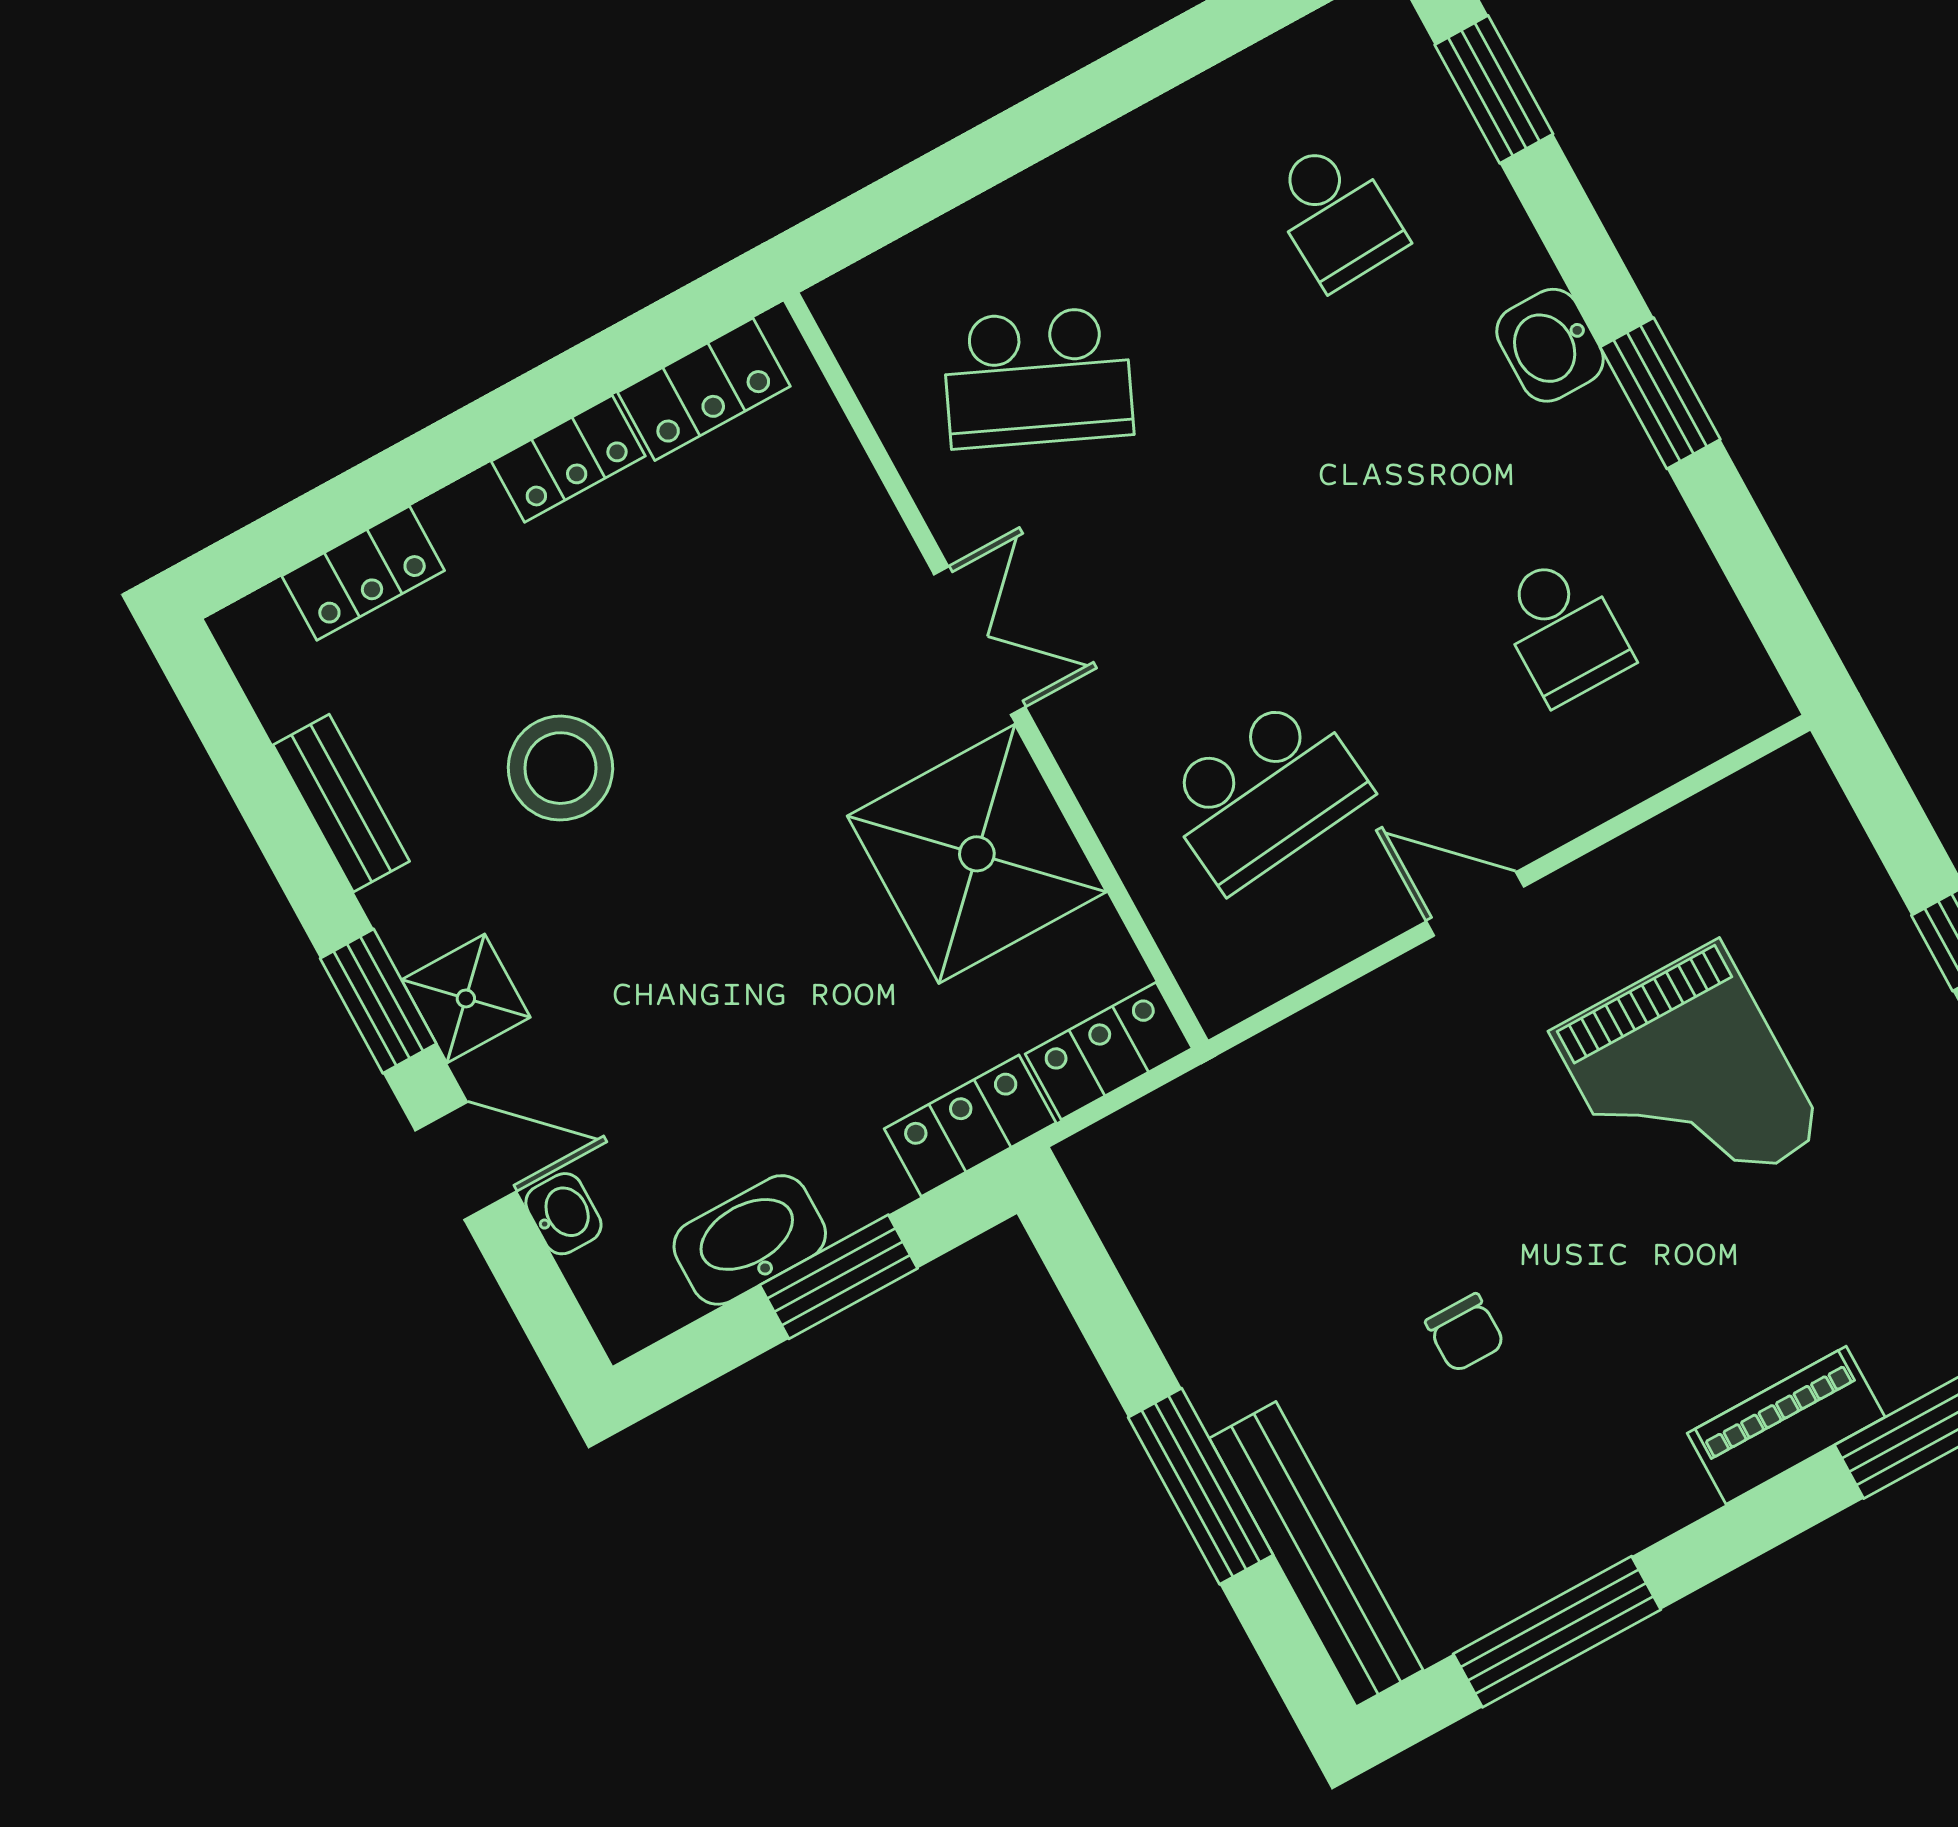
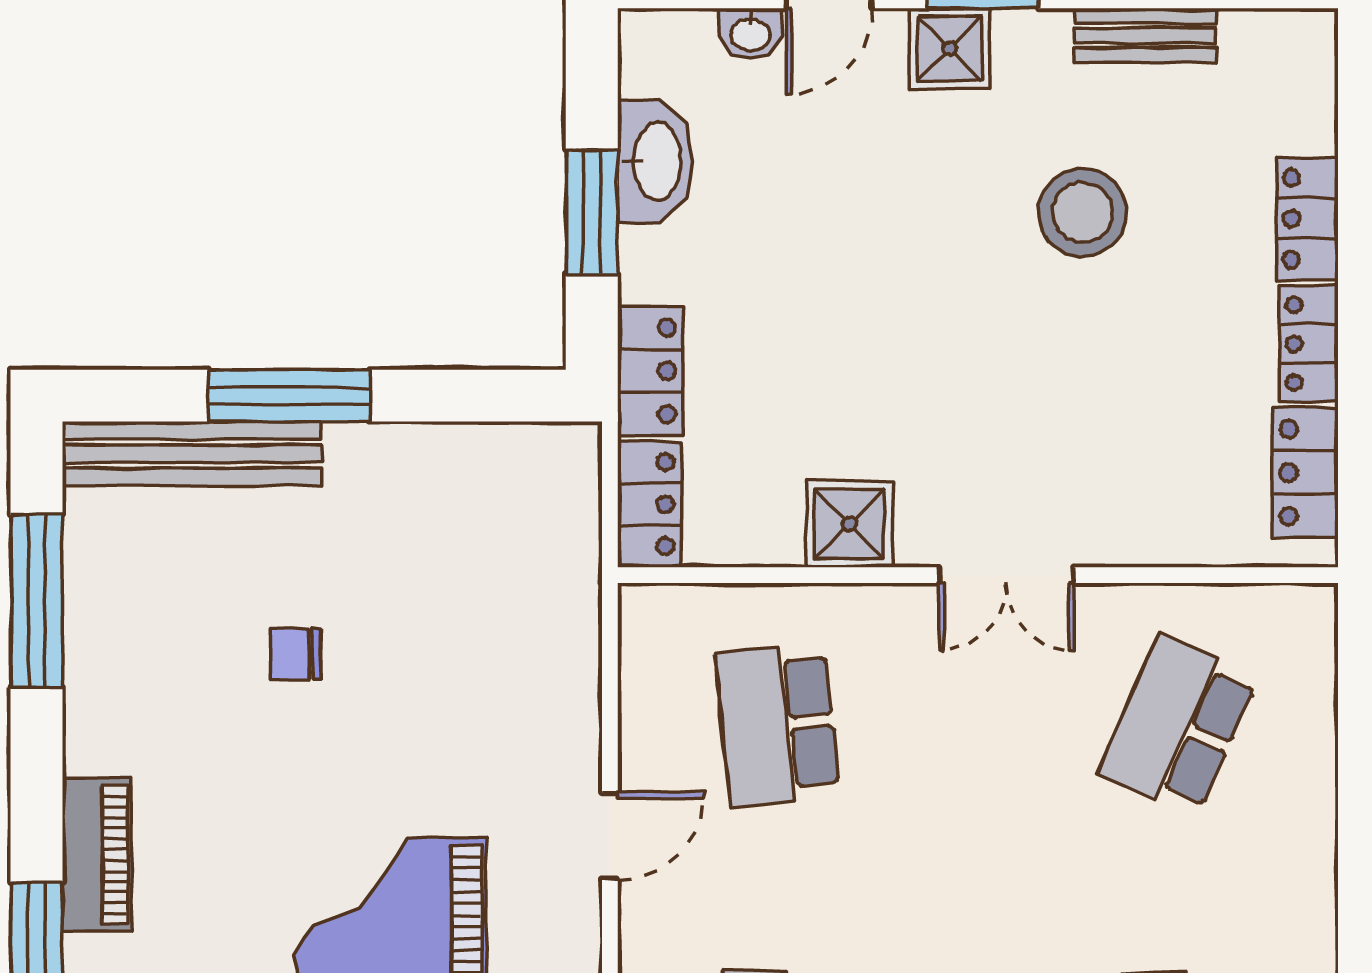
locker: (363, 573) -> (1307, 219), moved
shower: (977, 854) -> (849, 524), width x0.54, depth x0.54

